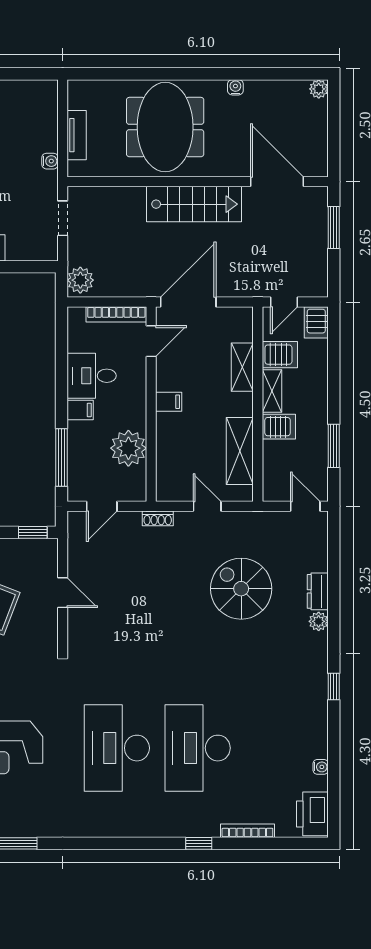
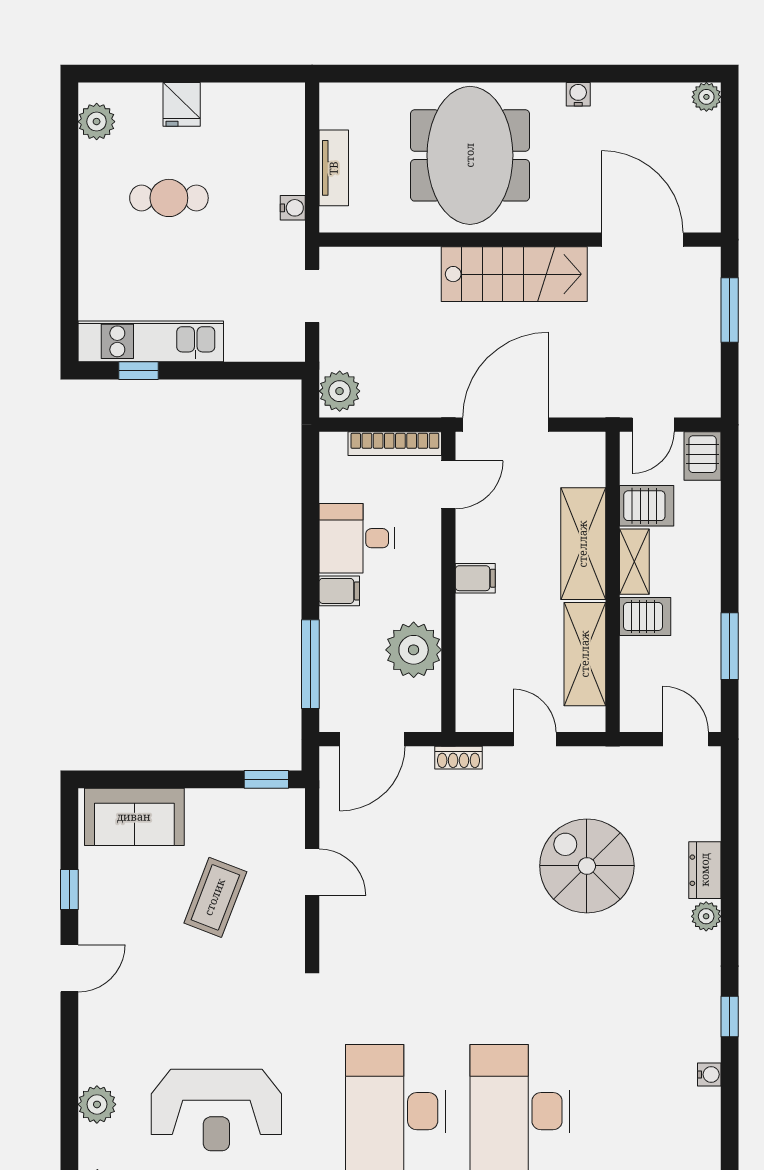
shelving: (242, 367) -> (583, 544), width x1.50, depth x1.33
door: (102, 506) -> (372, 739), width x1.38
water cooler: (321, 767) -> (709, 1074), moved

